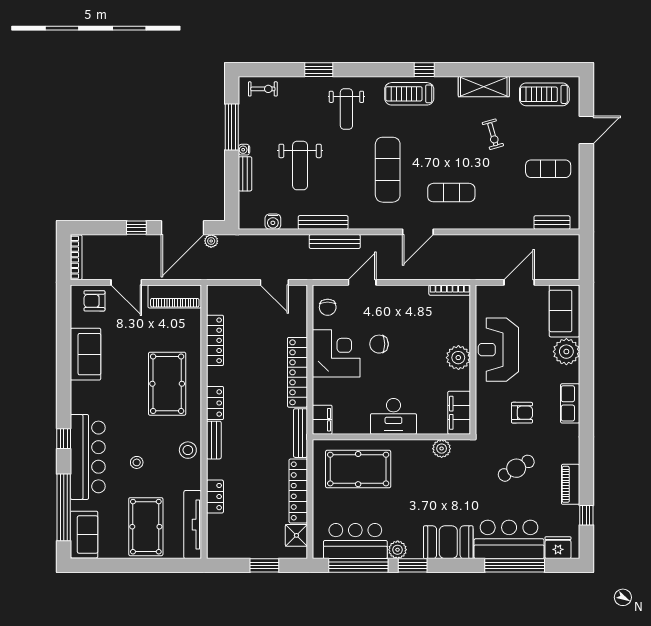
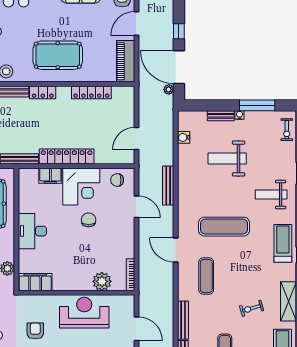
bench: (323, 222) -> (183, 320), moved
plant: (458, 358) -> (102, 281), moved
armchair: (522, 413) -> (35, 331), turned 180
filing cabinet: (322, 420) -> (50, 176), moved

